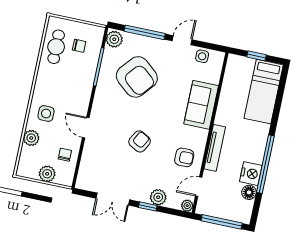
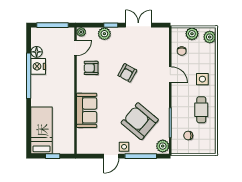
cafe table: (56, 47) -> (201, 110), moved
side table: (202, 56) -> (124, 147), moved
plant: (31, 138) -> (210, 37), moved
tv unit: (215, 148) -> (69, 80), removed

